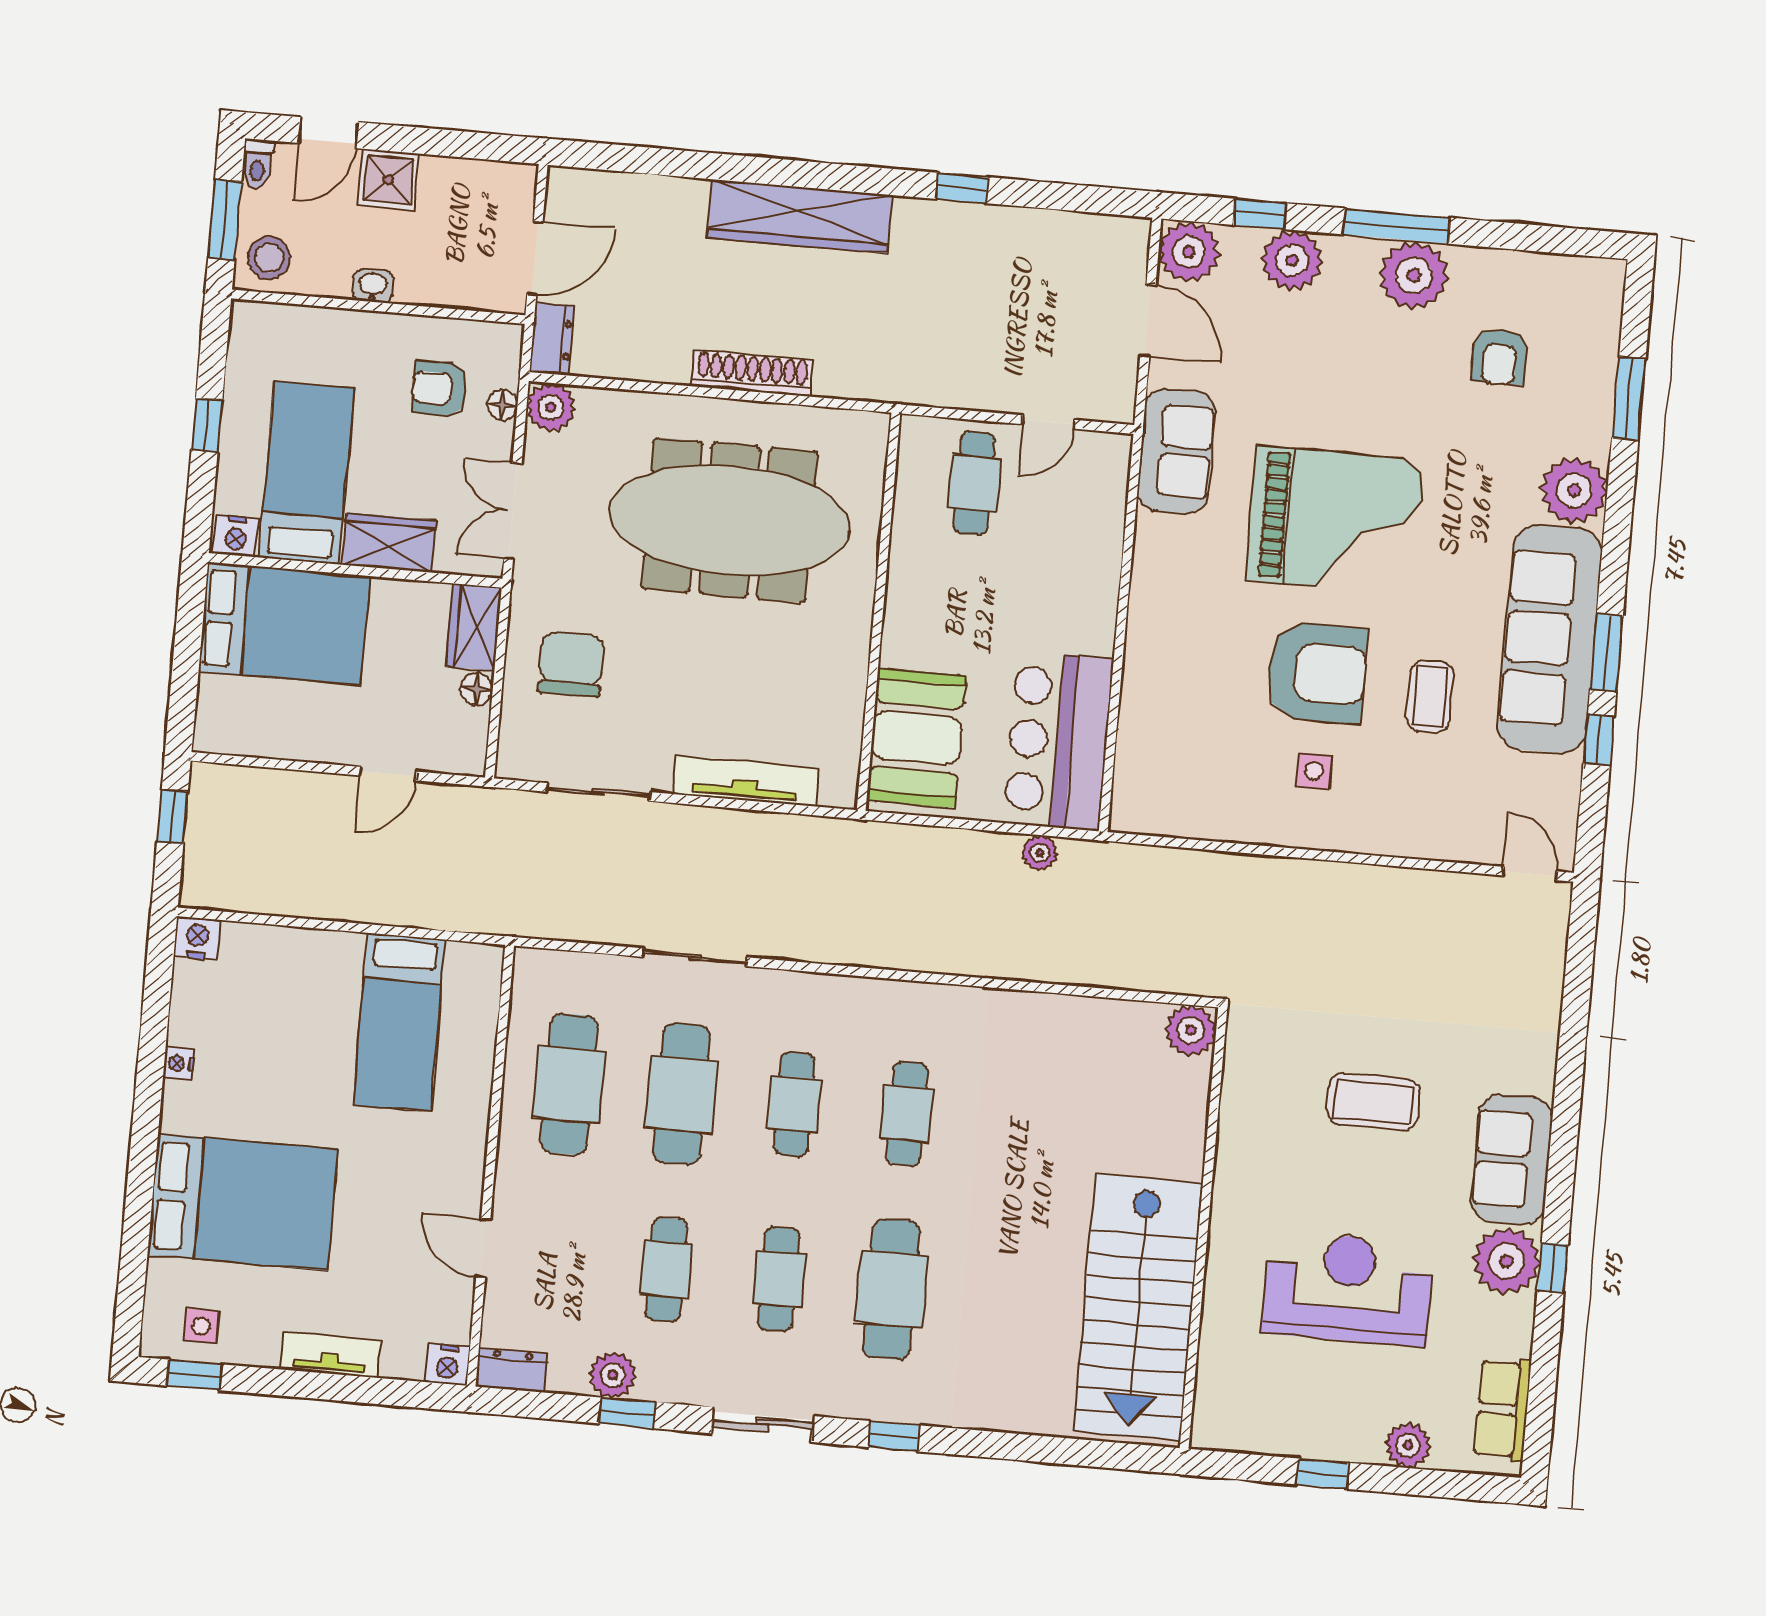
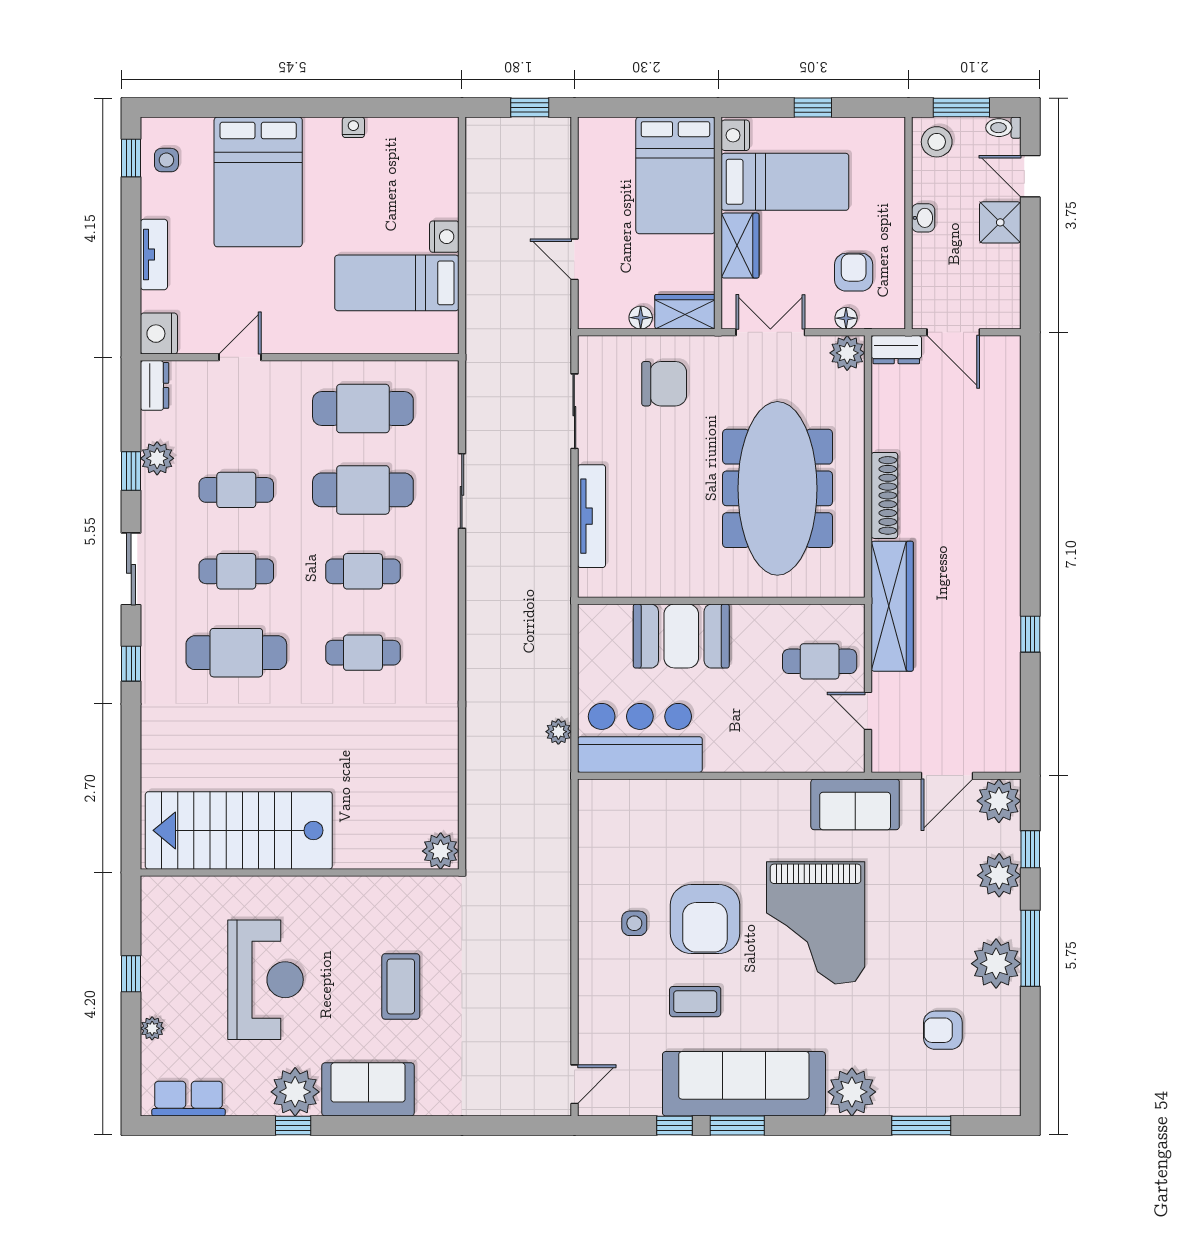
wardrobe: (799, 216) -> (892, 606), moved, turned 180
booth: (917, 738) -> (681, 636), moved
nightstand: (197, 938) -> (444, 237), moved
nightstand: (447, 1365) -> (159, 334), width x1.36, depth x1.33
plant: (1408, 1445) -> (152, 1028), width x0.73, depth x0.73

